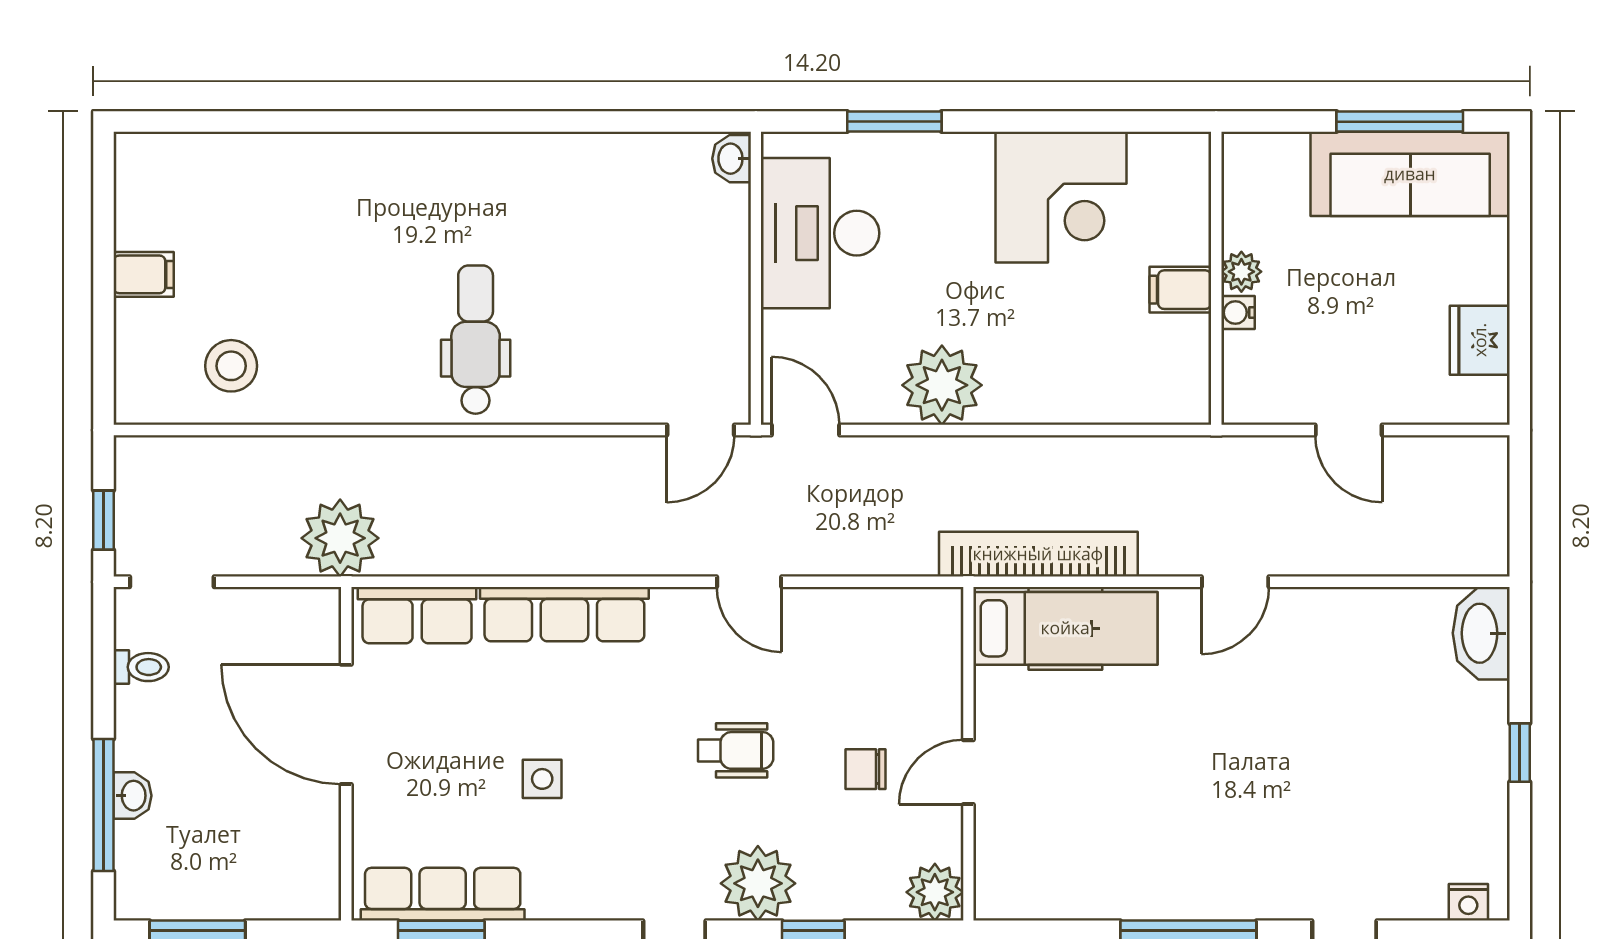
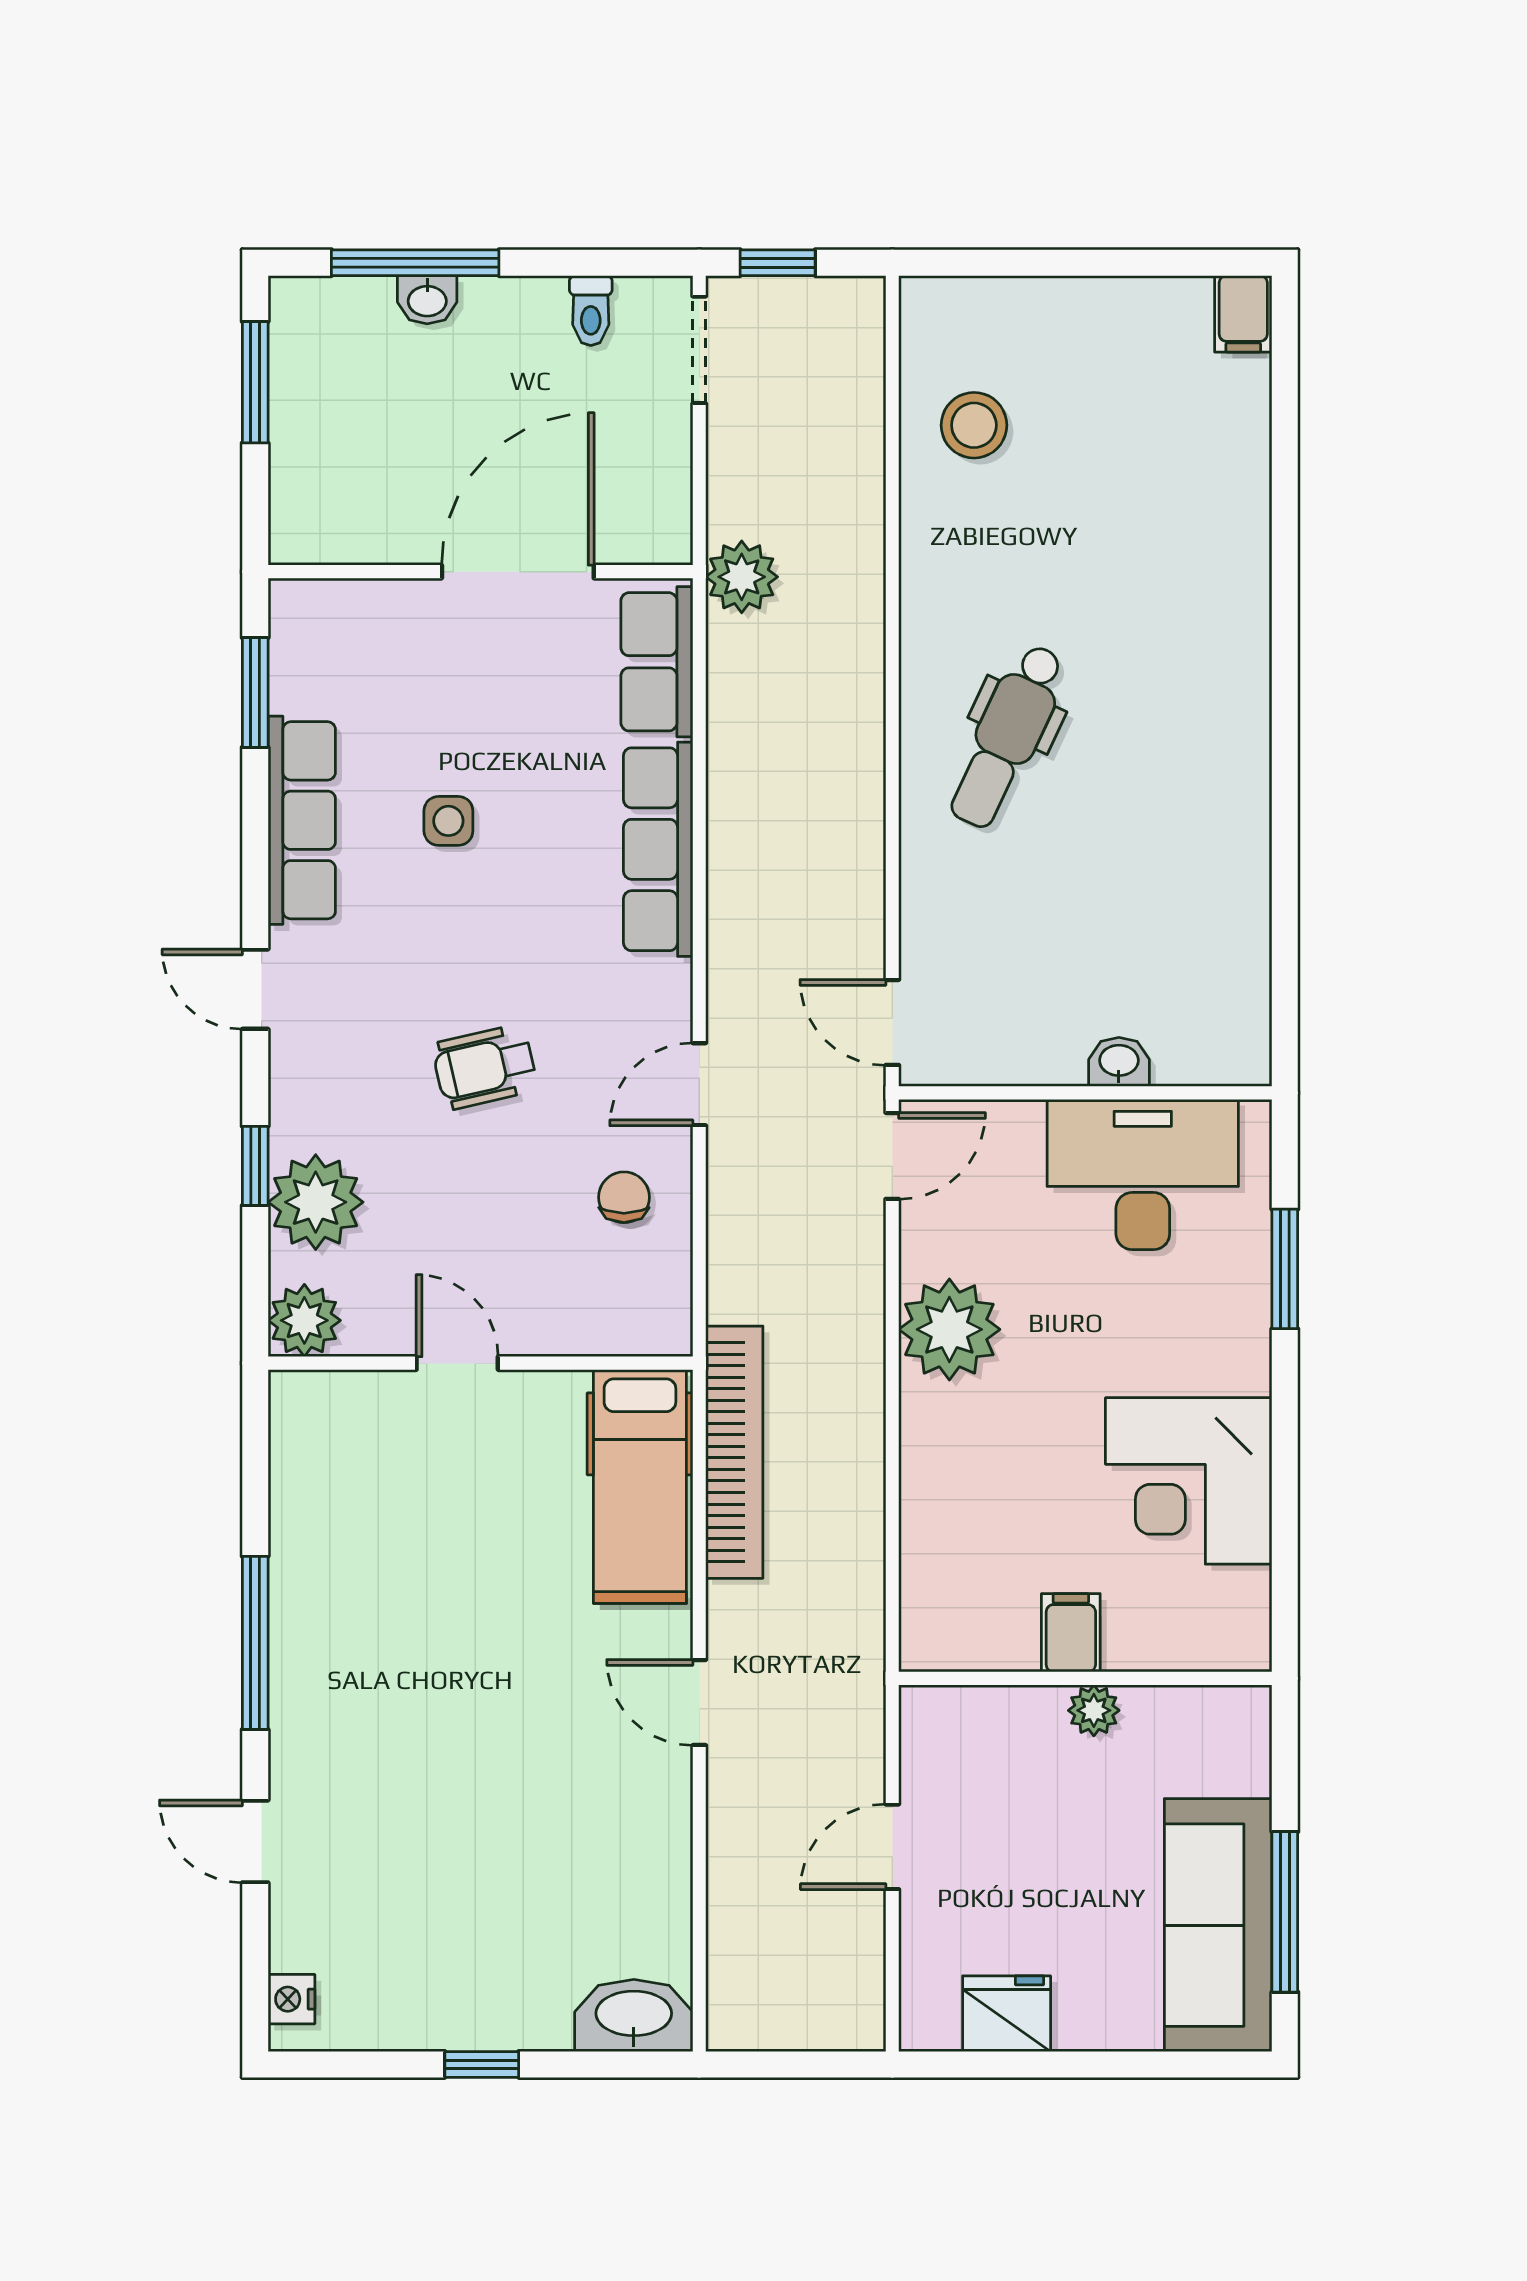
washbasin: (732, 159) -> (1119, 1062), moved
filing cabinet: (144, 274) -> (1243, 314), moved
water cooler: (1238, 312) -> (1042, 1706), removed
dental chair: (476, 340) -> (1007, 736), turned 115
plant: (340, 538) -> (742, 577), width x0.73, depth x0.73
wheelchair: (736, 750) -> (485, 1067), turned 77
chair: (865, 769) -> (624, 1197), moved
plant: (758, 883) -> (316, 1202), moved
row of seats: (443, 894) -> (302, 820), moved

